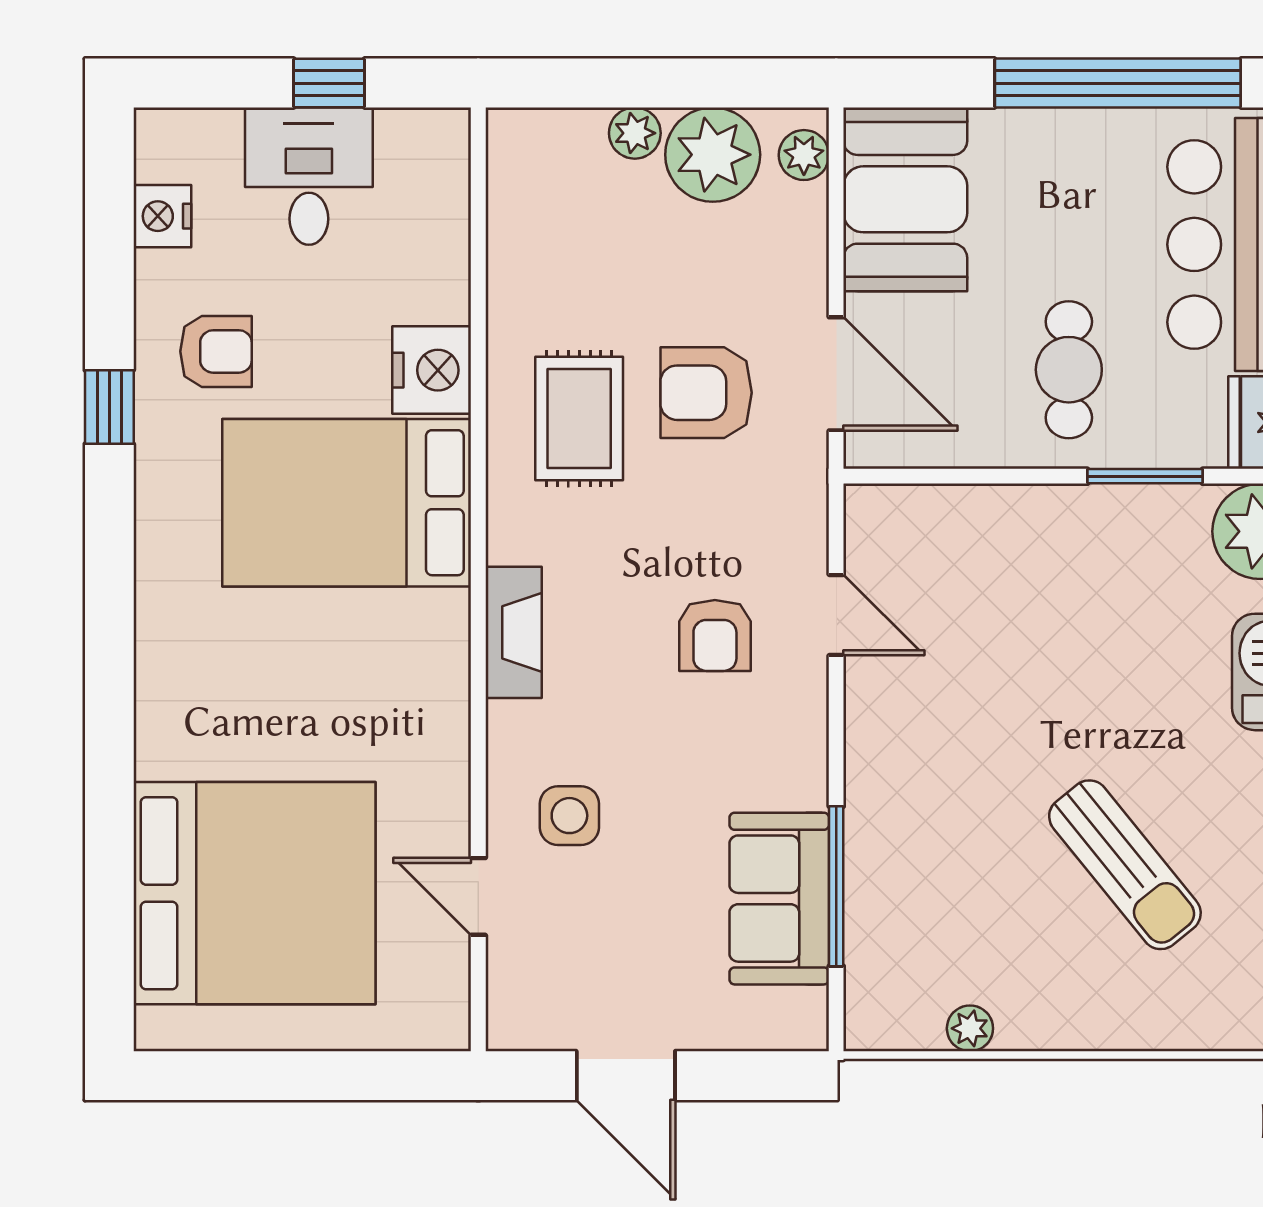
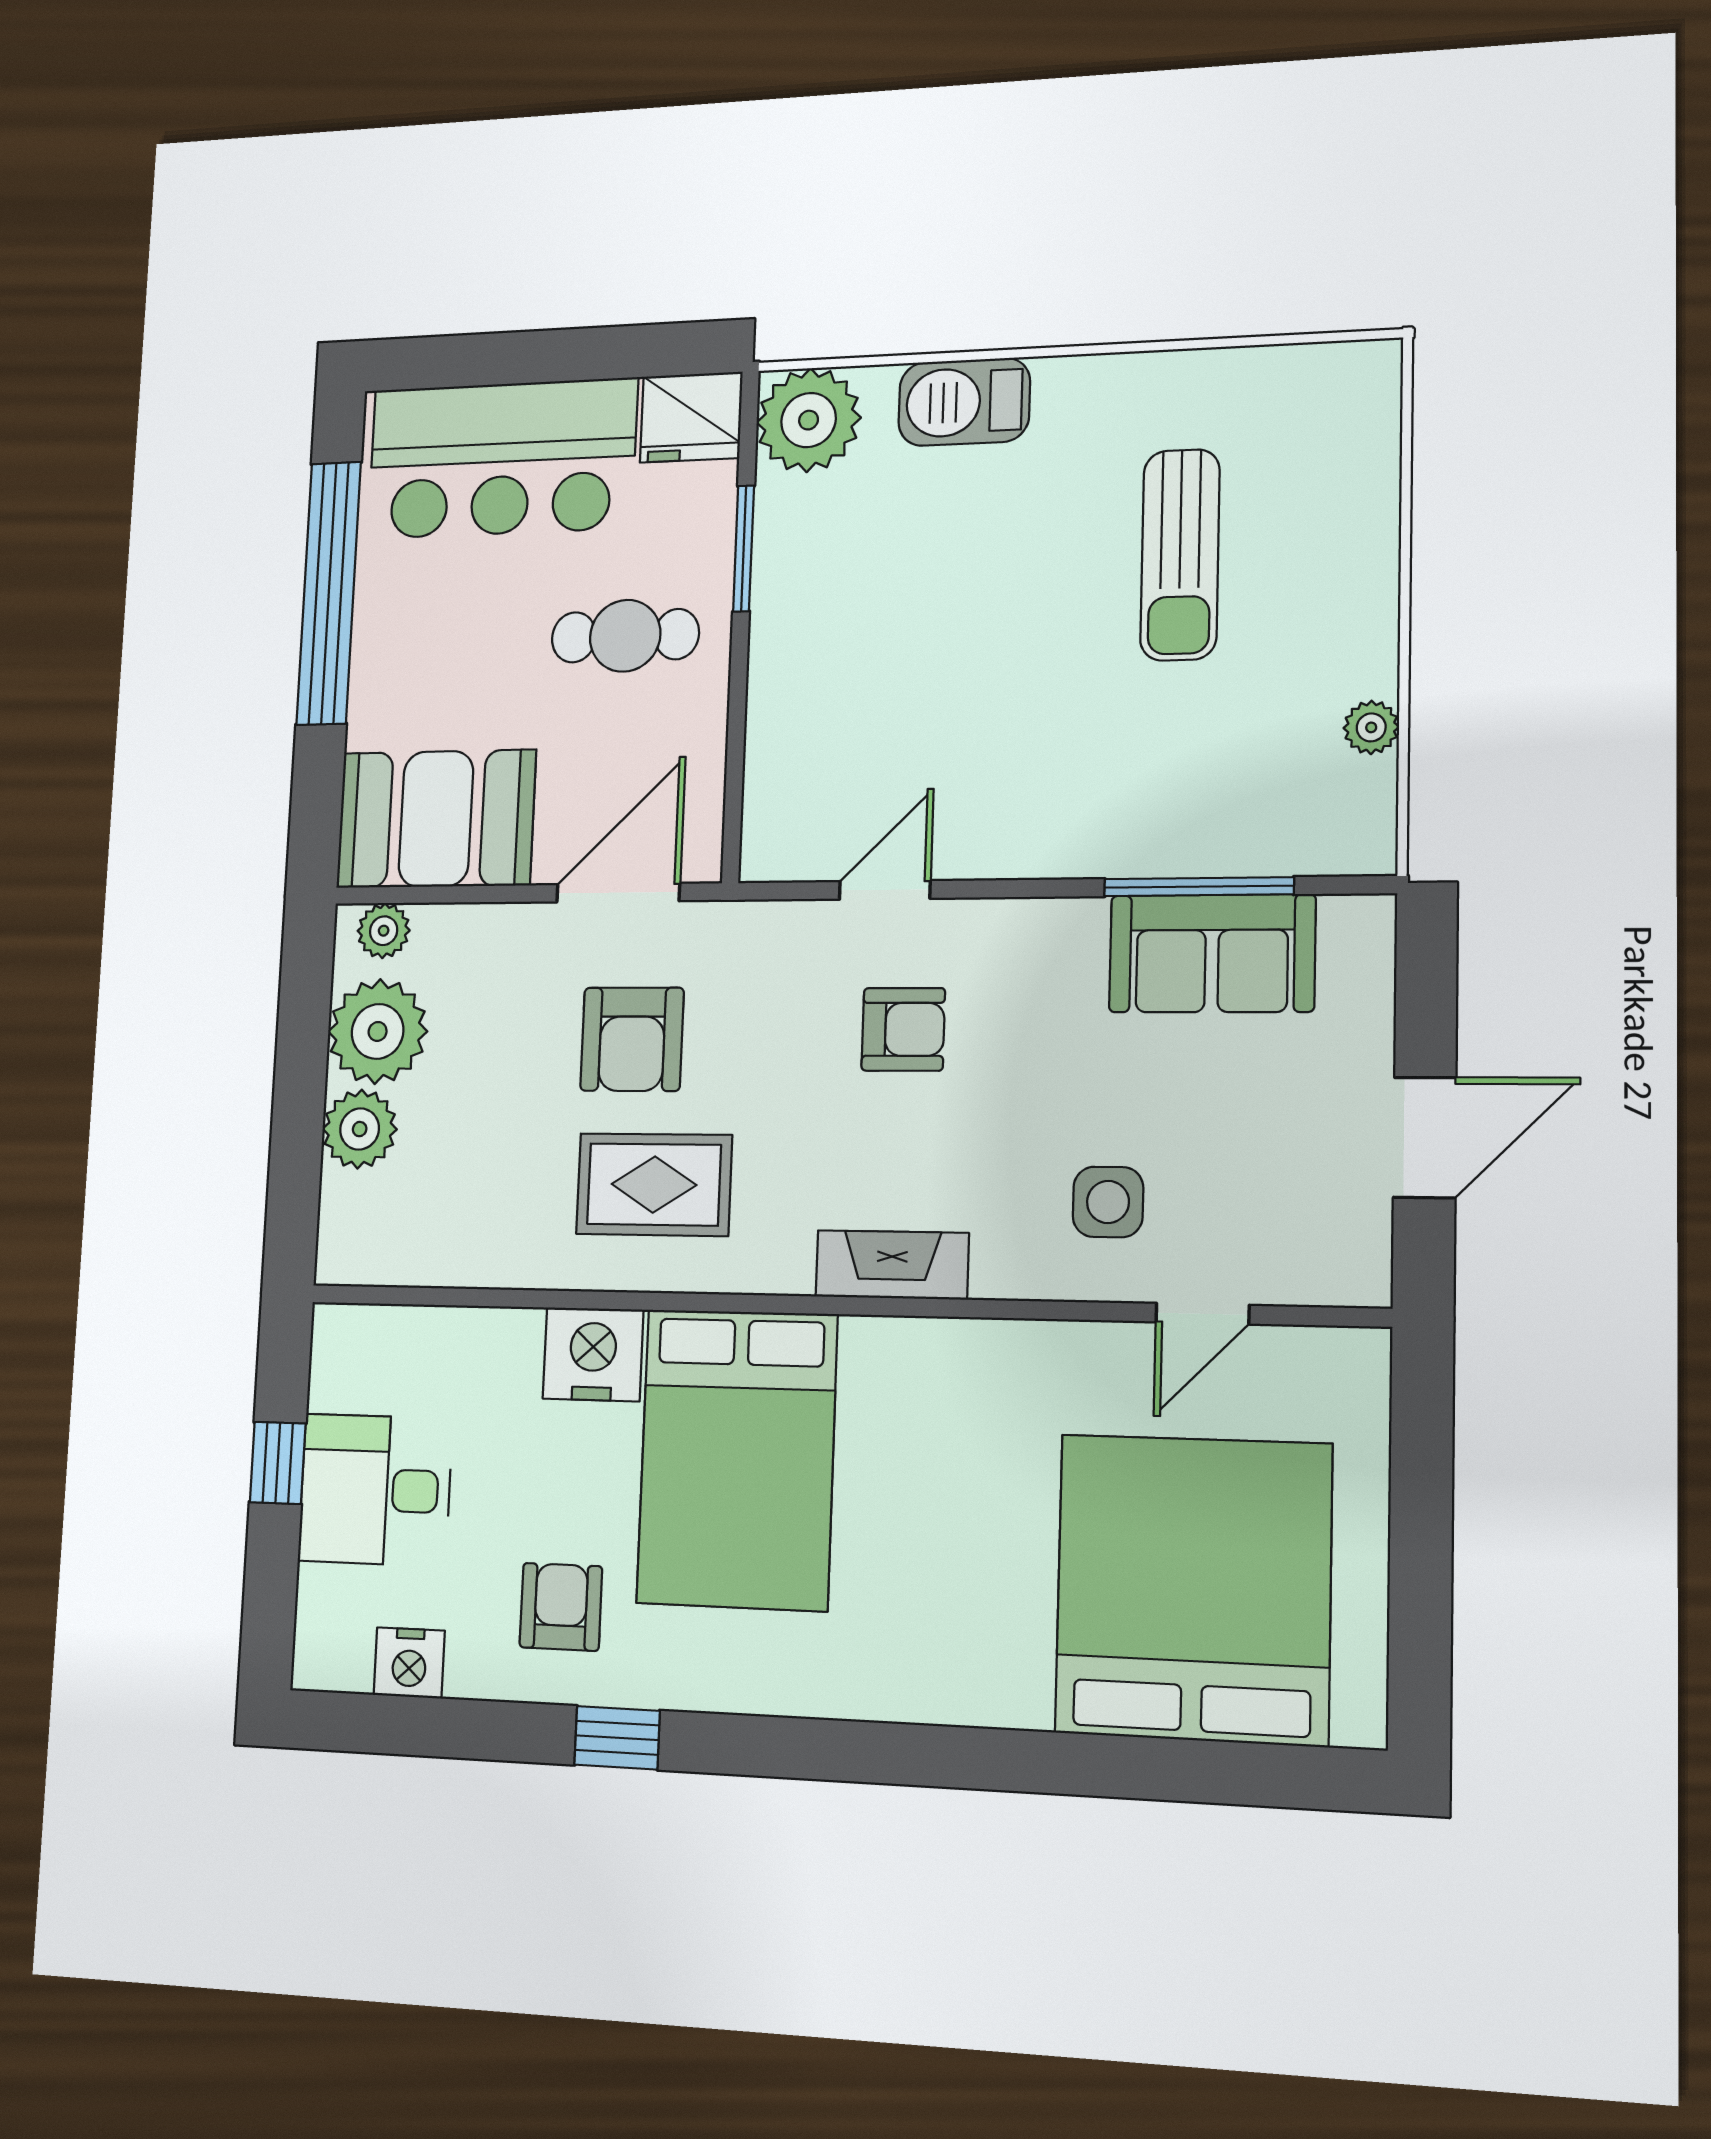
plant: (635, 133) -> (360, 1129), width x1.38, depth x1.38
sun lounger: (1125, 865) -> (1180, 555), turned 129

